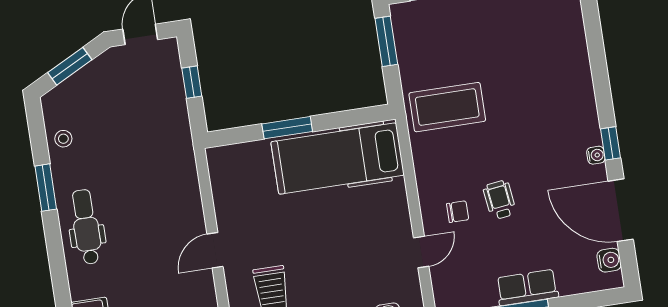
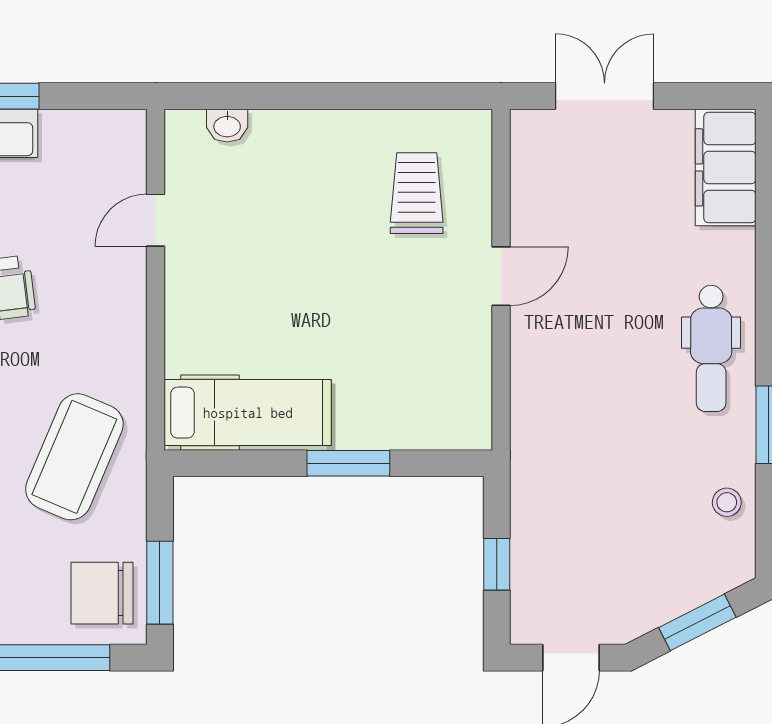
coffee table: (447, 107) -> (74, 457), turned -67
hospital bed: (338, 158) -> (248, 413), width x0.73, depth x0.78
chair: (458, 212) -> (102, 593), moved, width x1.87, depth x1.87

